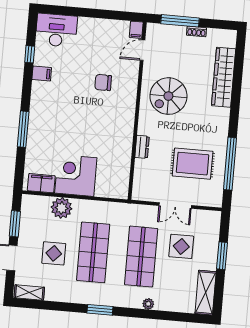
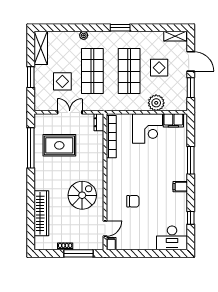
filing cabinet: (42, 74) -> (180, 187), moved
dresser: (142, 147) -> (99, 122), moved
bookcase: (124, 169) -> (111, 137), added

